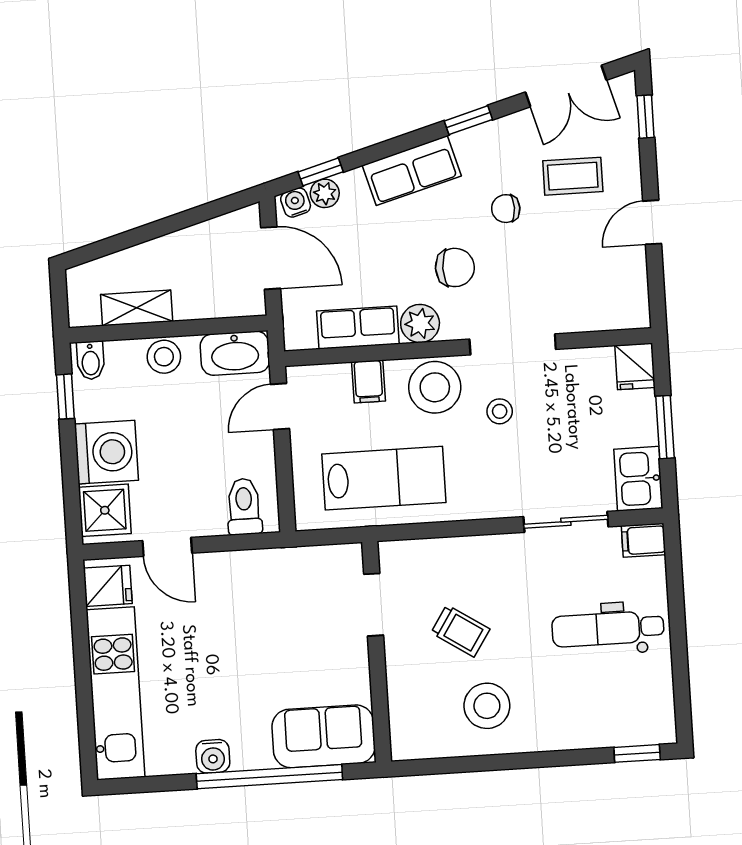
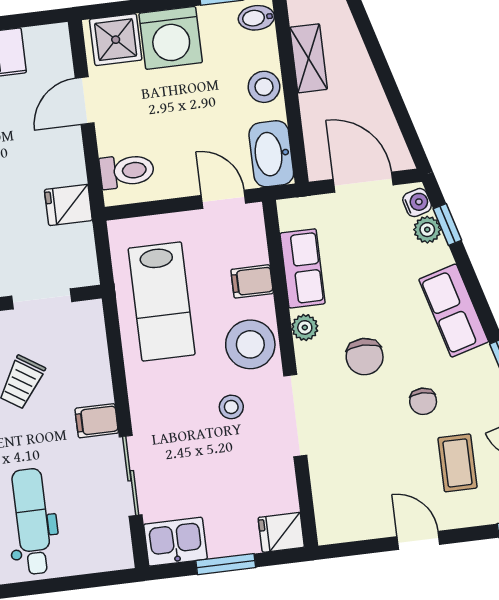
chair: (506, 209) -> (423, 401), turned 180
door: (271, 258) -> (363, 182), swing flipped
plant: (420, 323) -> (305, 327), width x0.73, depth x0.73
filing cabinet: (644, 540) -> (97, 421), moved, turned -90
fridge: (108, 586) -> (68, 205), moved, turned 90

